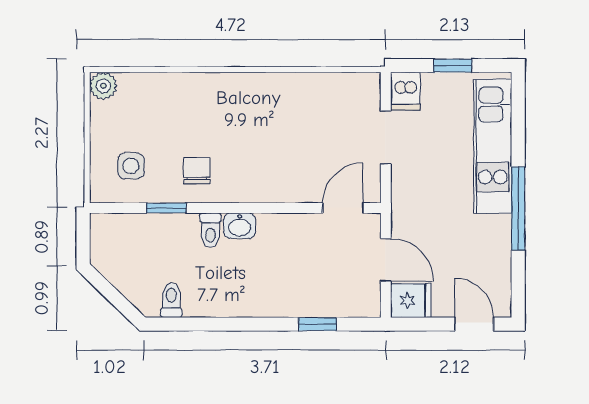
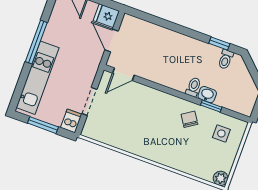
window: (453, 66) -> (43, 125), width x1.50
chair: (197, 171) -> (189, 119), turned 147
washbasin: (240, 226) -> (207, 95), moved
window: (317, 324) -> (219, 44), moved

